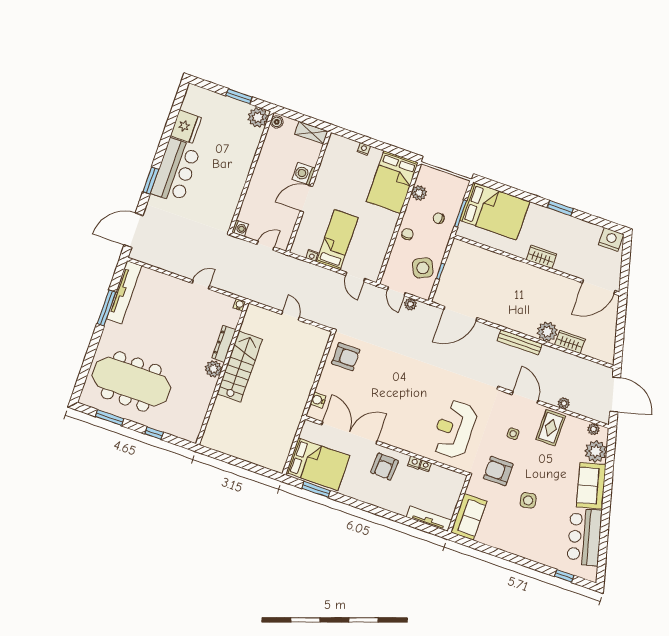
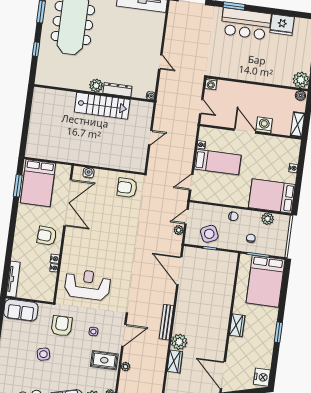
armchair: (346, 357) -> (127, 188), turned 90

